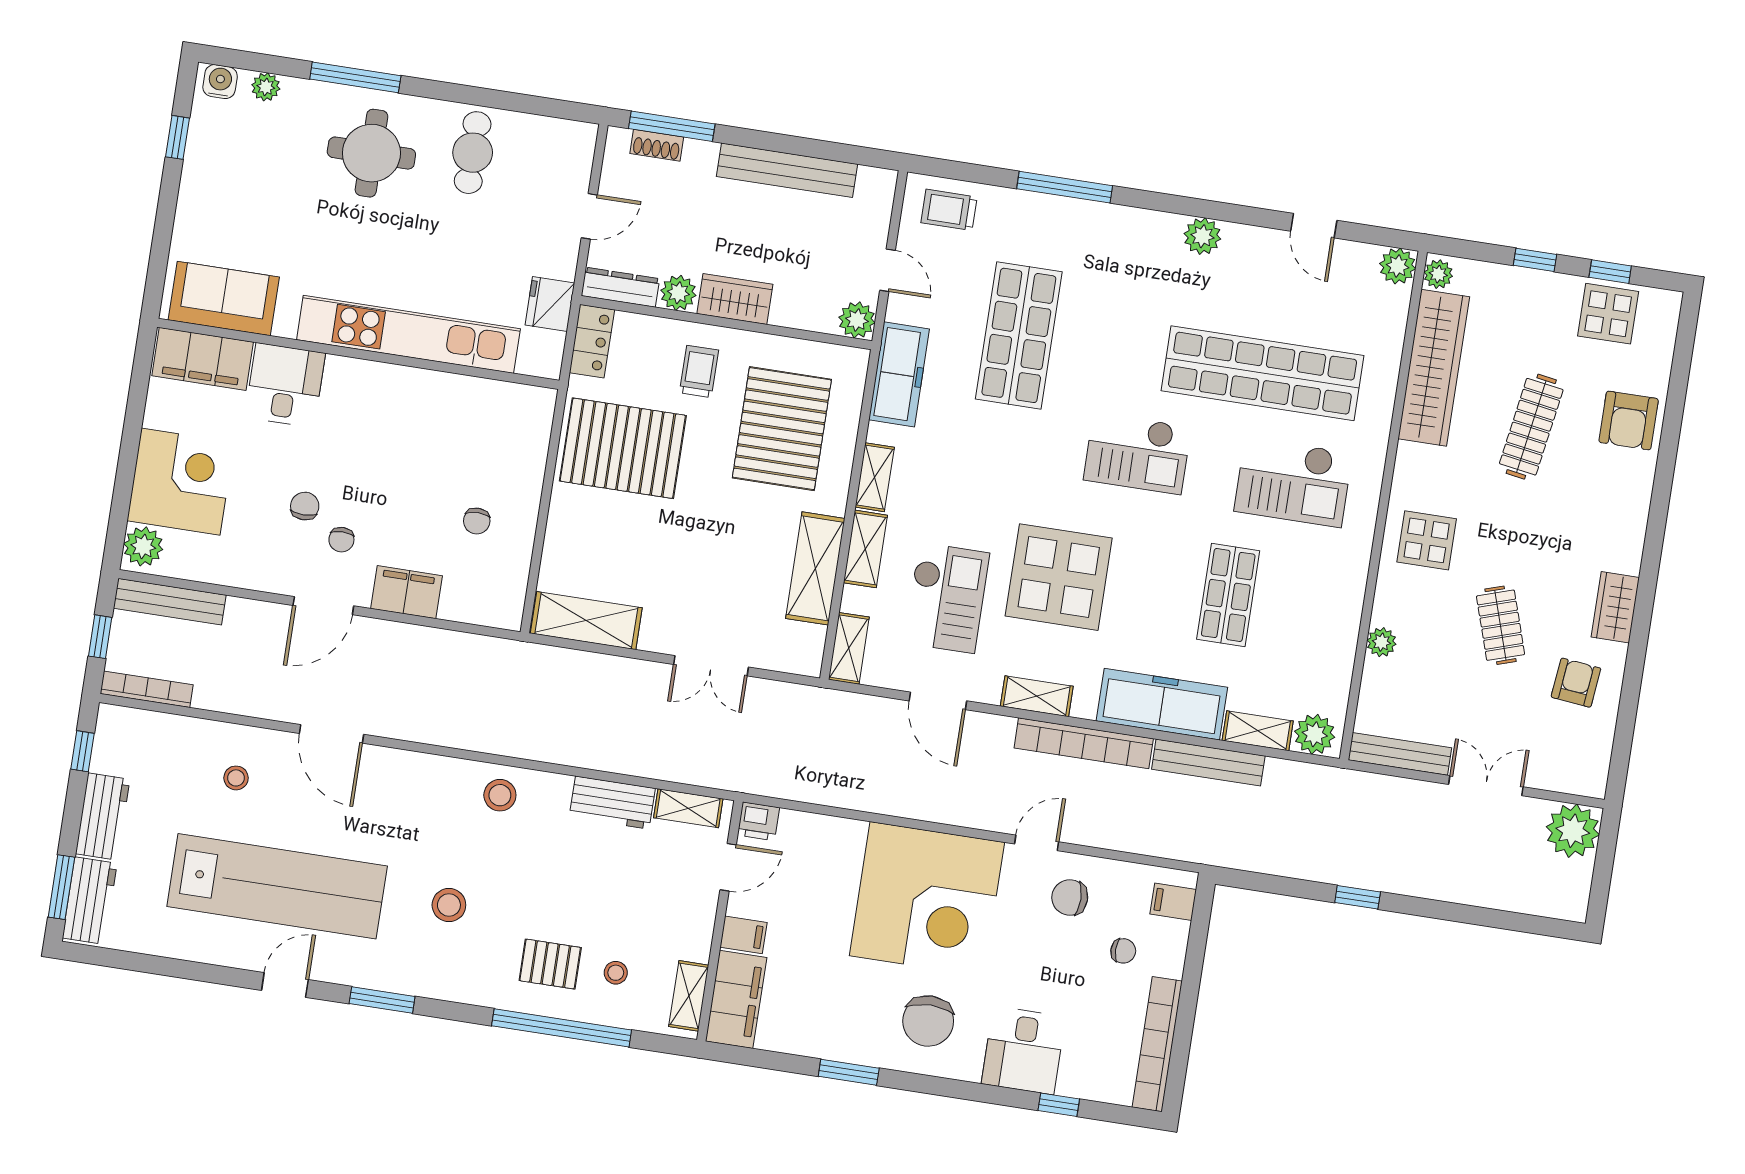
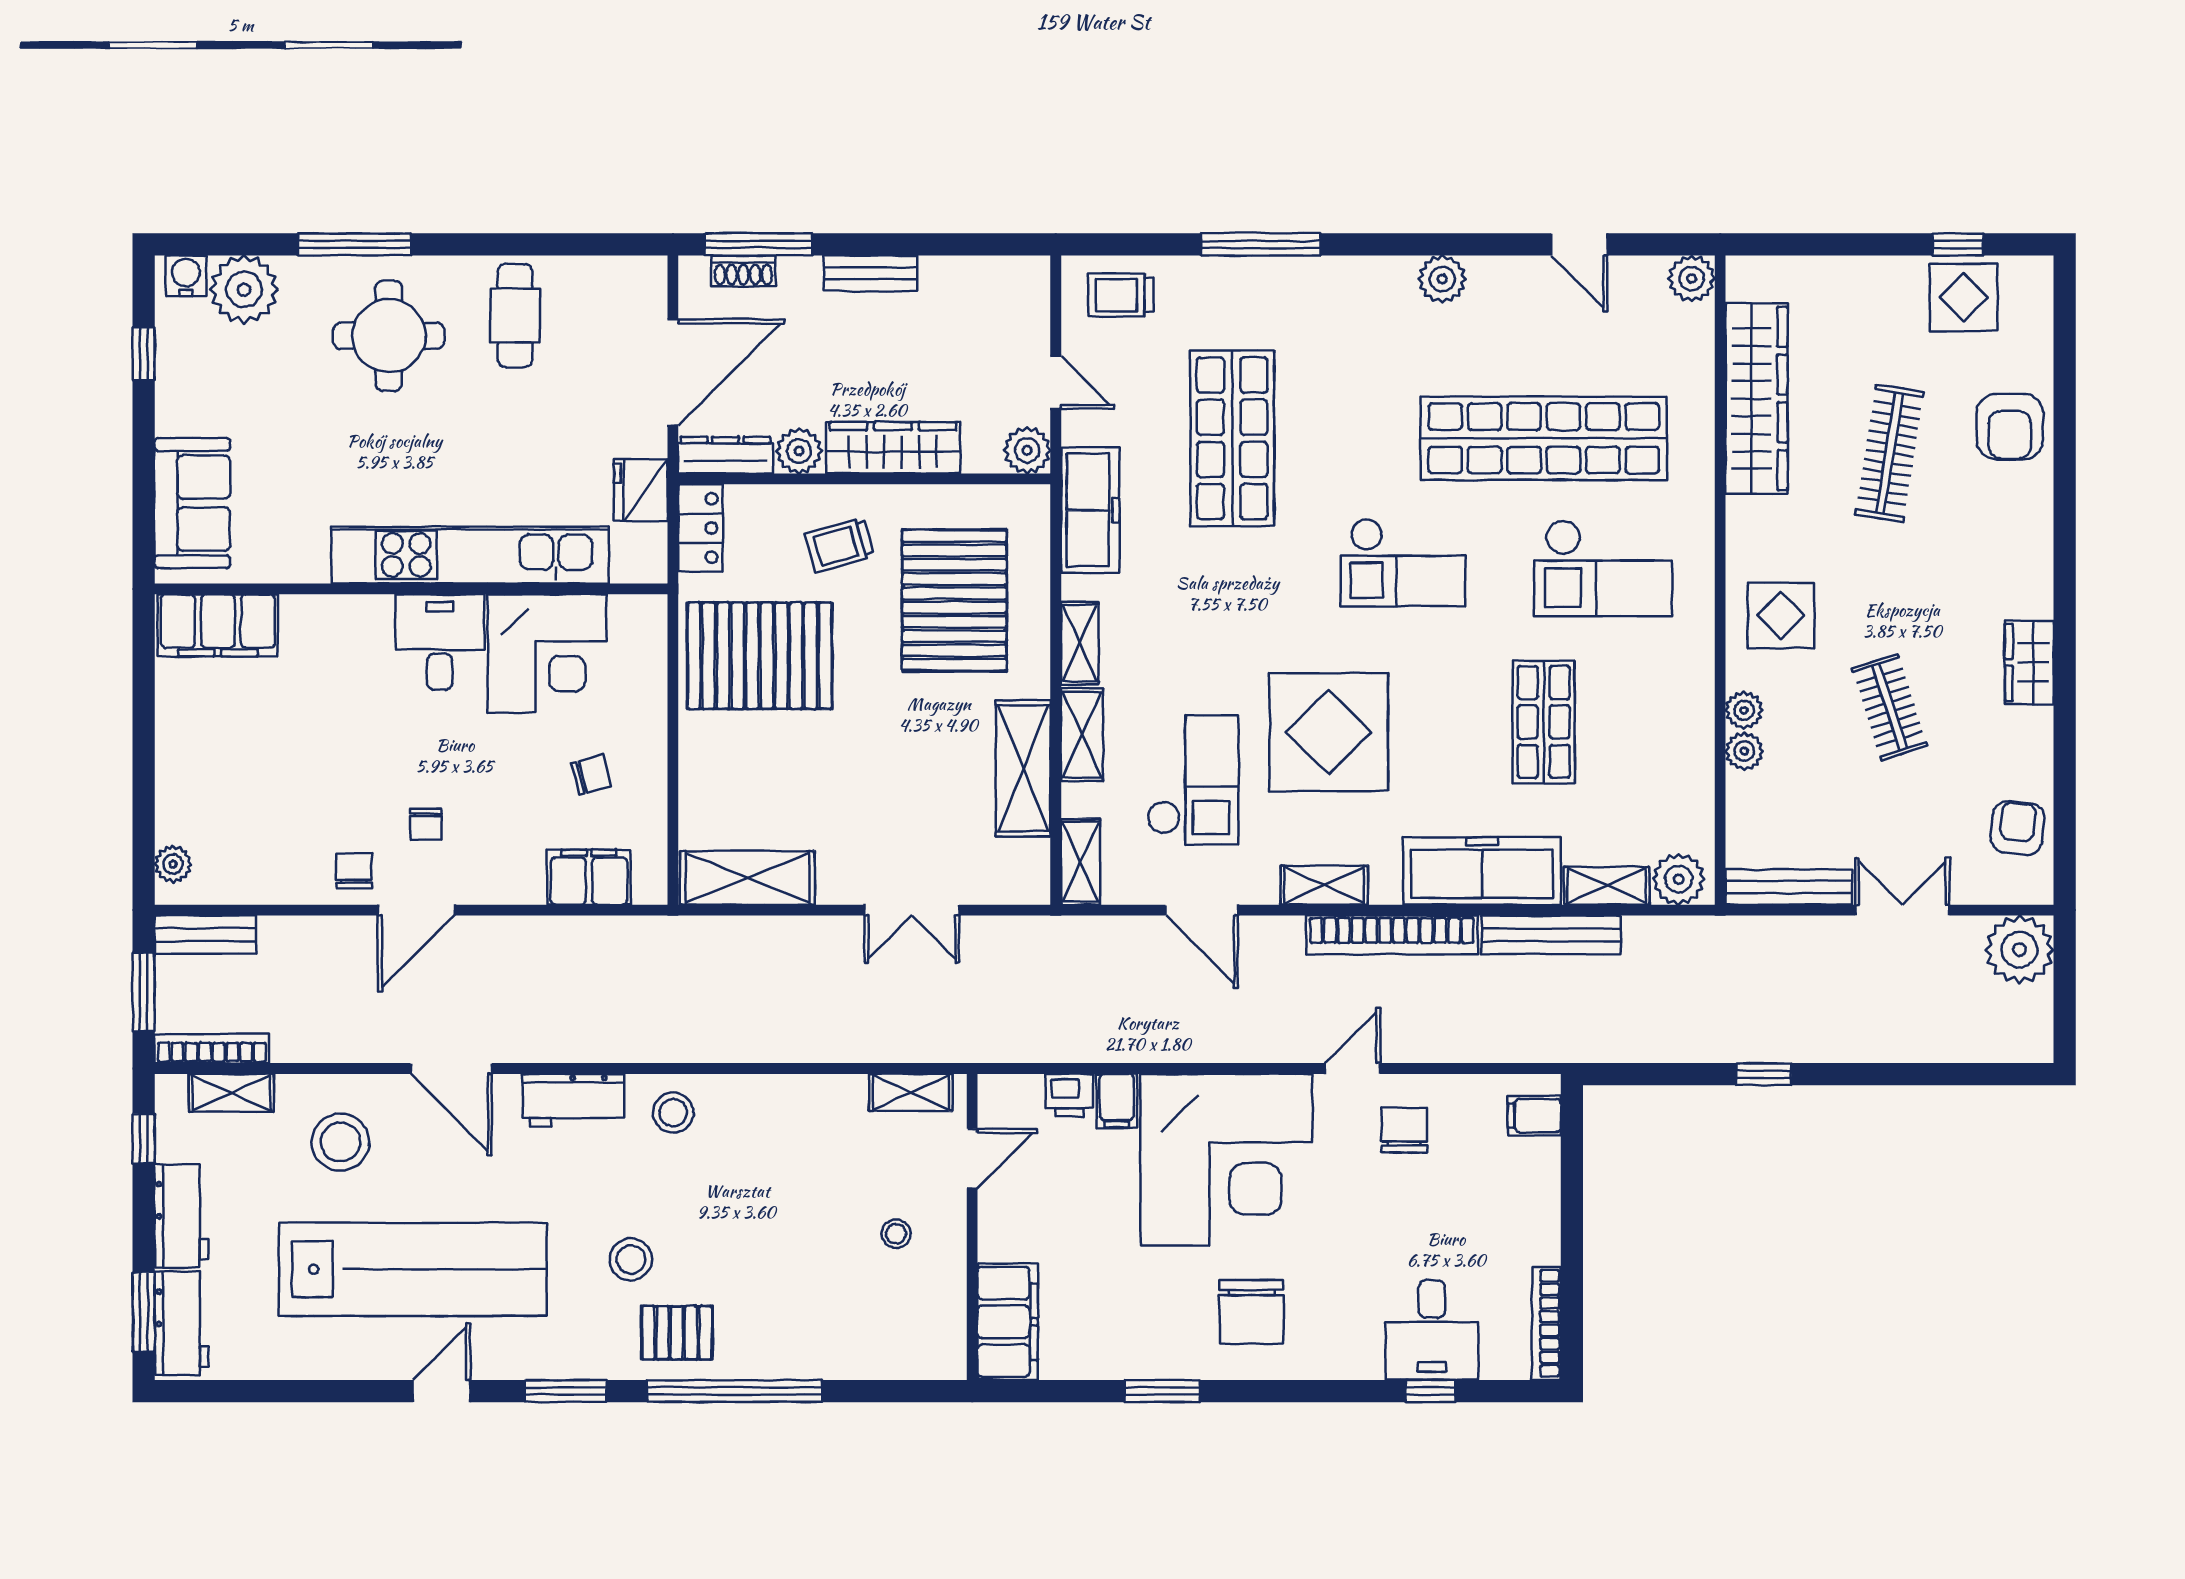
plant: (266, 87) -> (244, 290), width x1.88, depth x1.88
bench: (787, 170) -> (871, 273), width x0.54, depth x0.82
door: (589, 216) -> (673, 373), width x1.88
window: (1535, 260) -> (1862, 244), removed
plant: (1438, 274) -> (1744, 710), moved
sofa: (224, 299) -> (192, 503), moved, turned 90
wardrobe: (735, 299) -> (893, 448), width x1.50
trolley: (699, 371) -> (840, 545), turned -106
desk: (285, 385) -> (440, 642), moved
corner desk: (181, 482) -> (547, 654), moved, turned 90
chair: (305, 506) -> (354, 871), moved
chair: (477, 521) -> (591, 775), turned -105
plant: (143, 546) -> (173, 864), width x0.73, depth x0.73
filing cabinet: (406, 592) -> (589, 877), moved
bench: (170, 602) -> (205, 935), width x0.73
window: (100, 637) -> (144, 992), width x1.50
armchair: (1576, 683) -> (2018, 828), moved
stool: (236, 778) -> (340, 1142), width x1.89, depth x1.89
workbench: (612, 803) -> (573, 1100), moved
printer: (758, 821) -> (1069, 1095), moved
chair: (1070, 897) -> (1404, 1130), turned 90
filing cabinet: (744, 935) -> (1117, 1101), moved, turned 90
chair: (1123, 951) -> (1481, 1187), removed
pallet: (550, 964) -> (677, 1333), moved
stool: (616, 973) -> (896, 1234), moved
shelving: (689, 996) -> (231, 1093), moved, turned 90
window: (562, 1028) -> (735, 1391), moved
bookcase: (1157, 1044) -> (1546, 1323), width x0.68, depth x0.76
desk: (1023, 1050) -> (1432, 1330), moved

